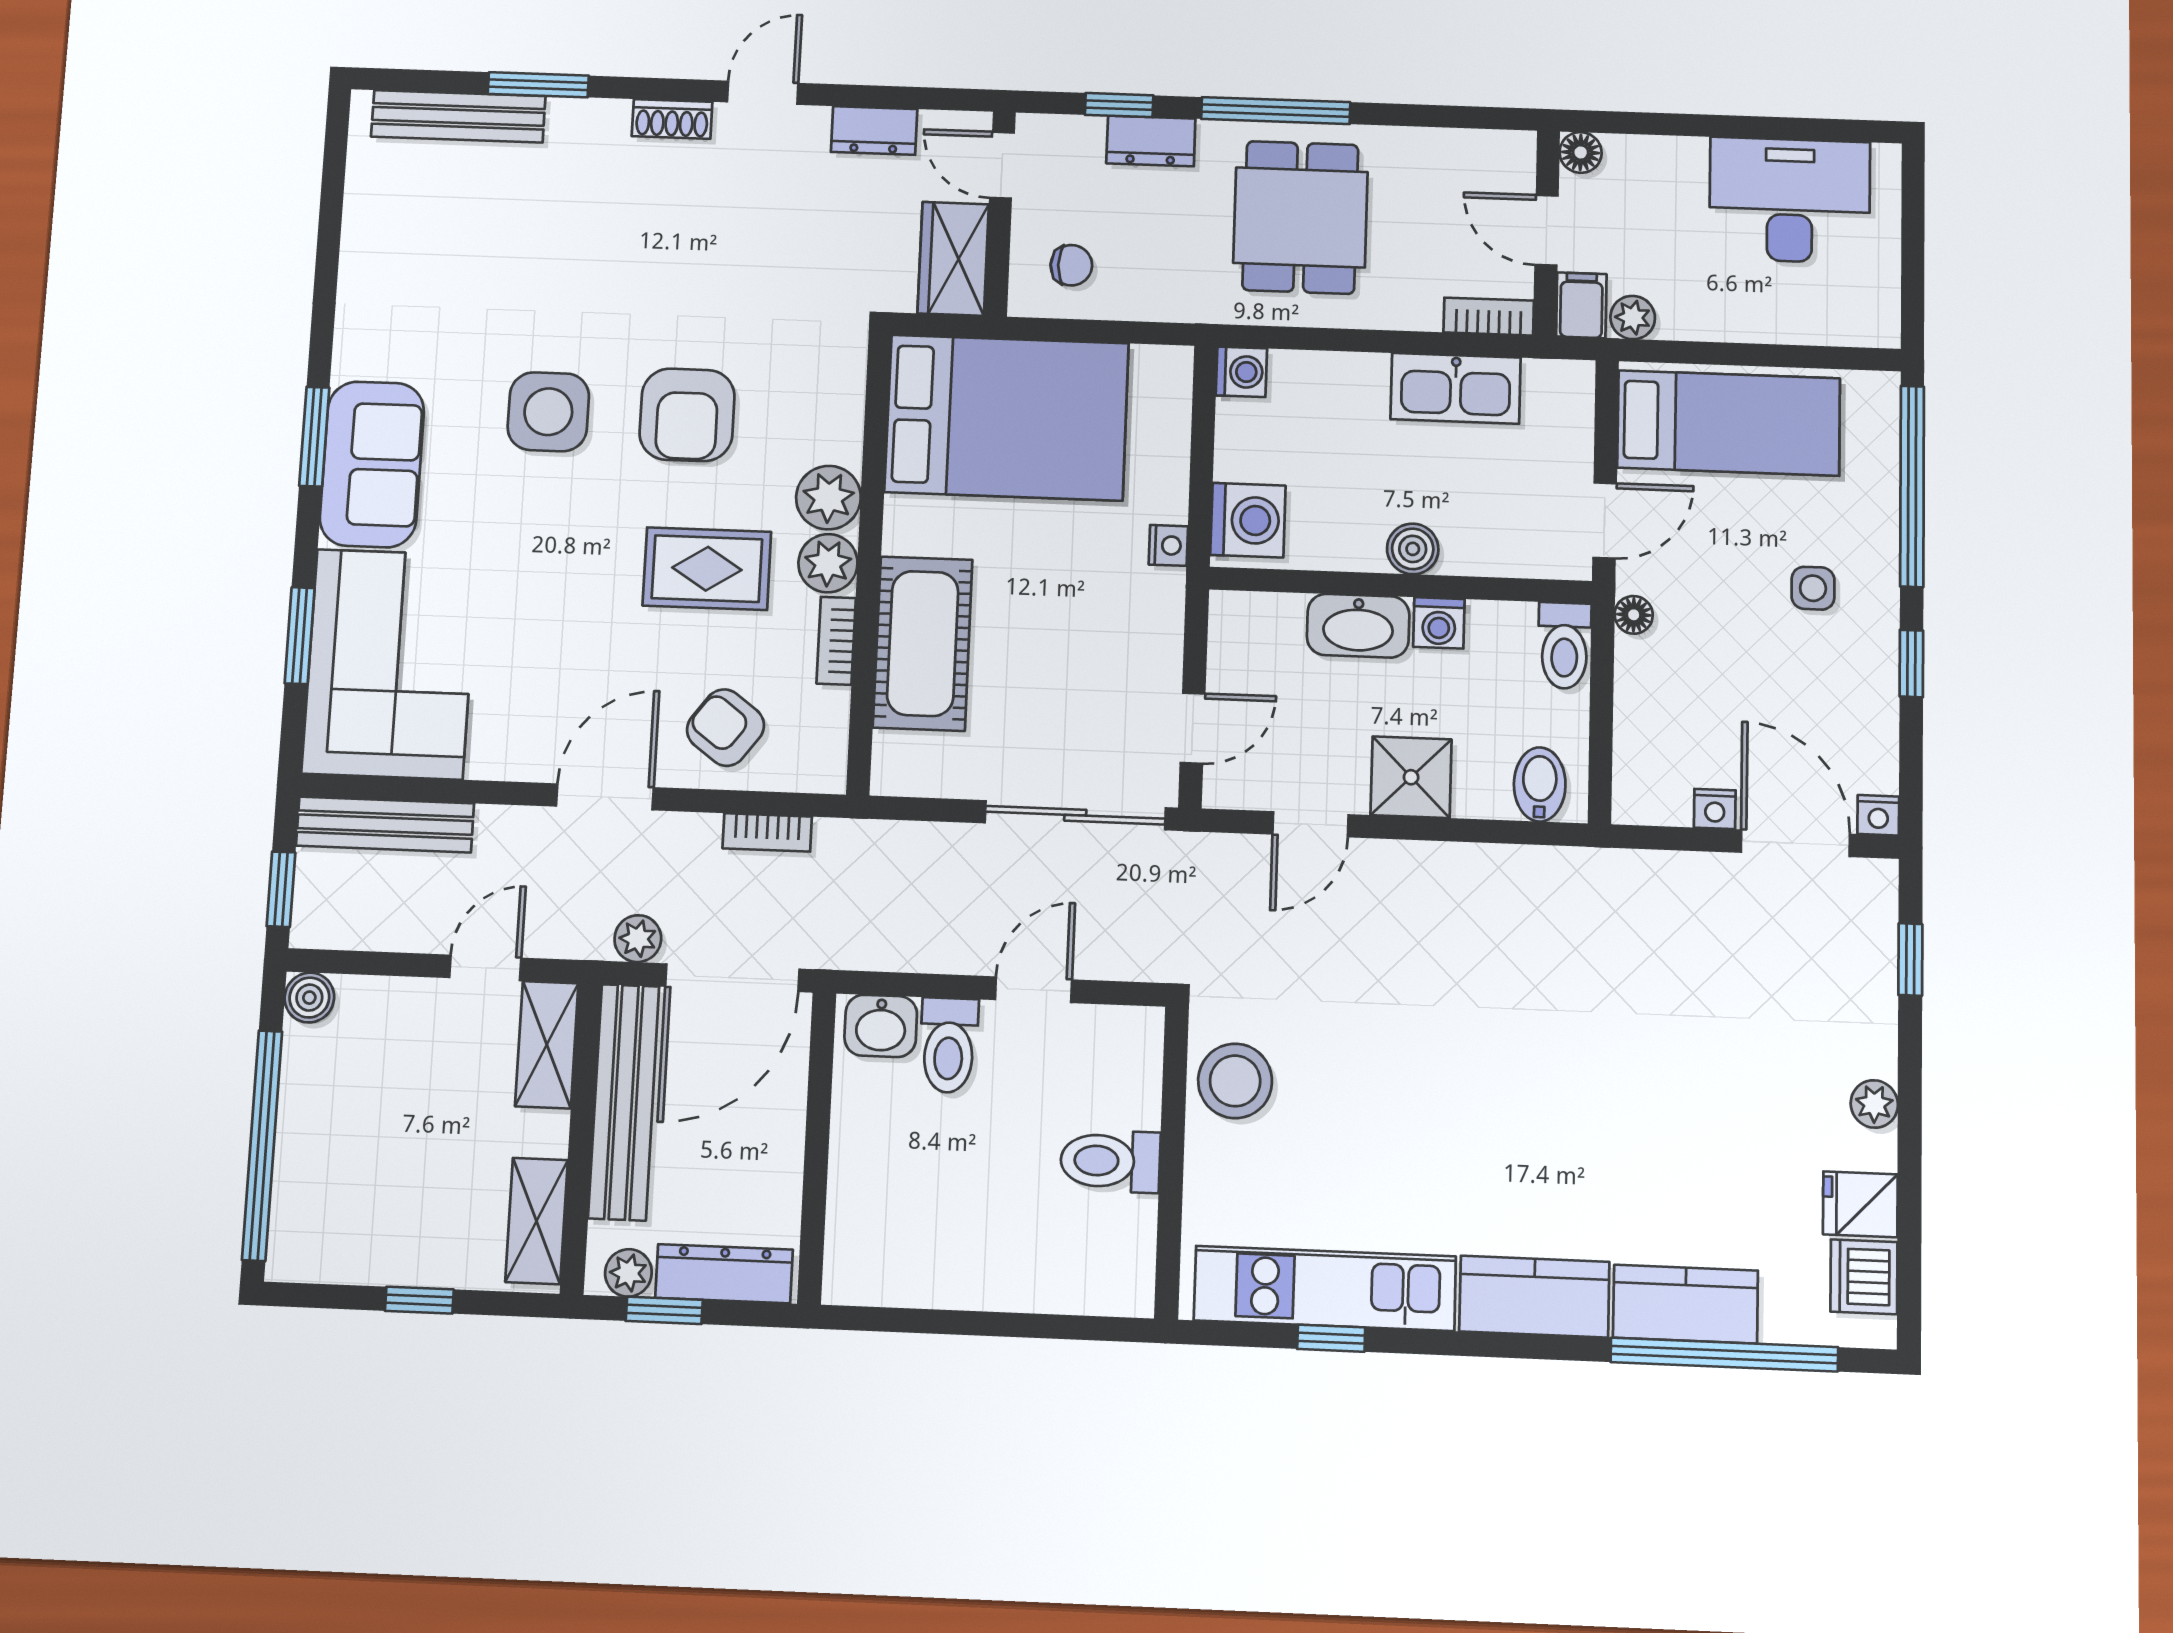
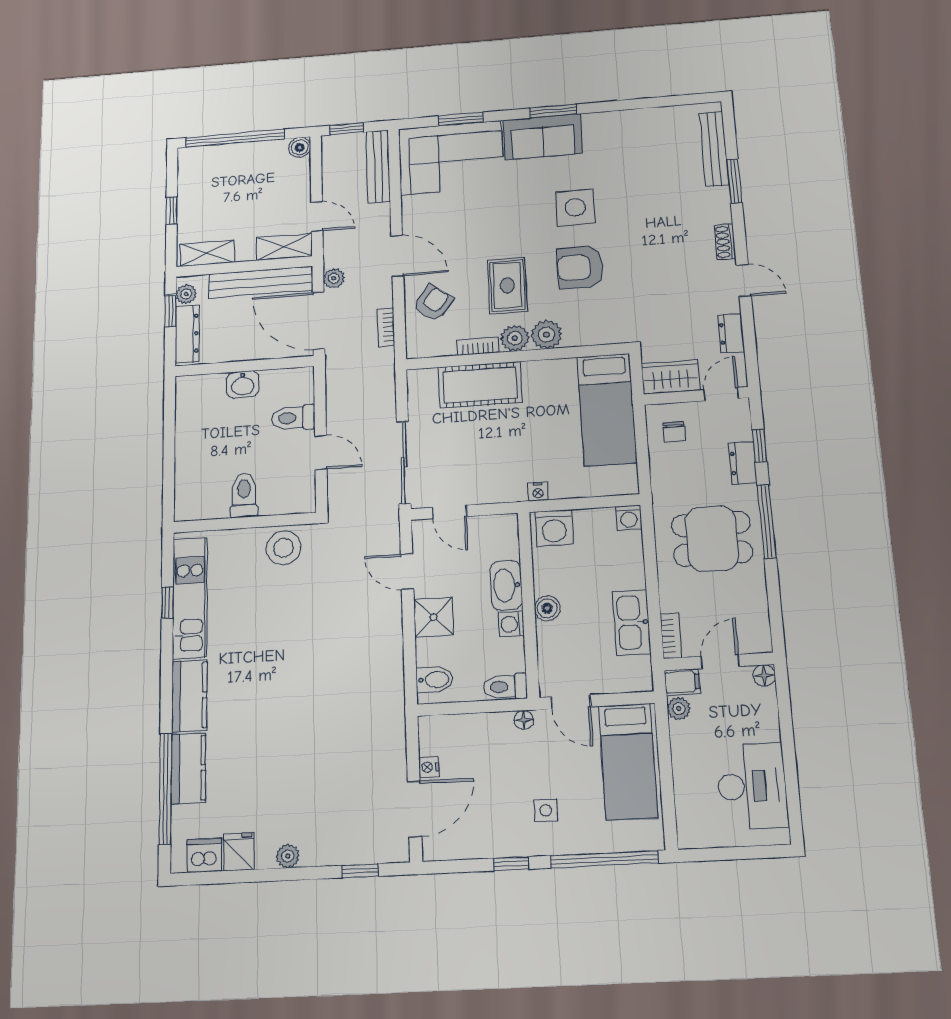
bed: (1007, 417) -> (607, 409), width x0.67
nightstand: (1878, 815) -> (432, 851), removed
washbasin: (881, 1026) -> (243, 384), moved, turned -90

